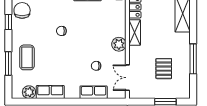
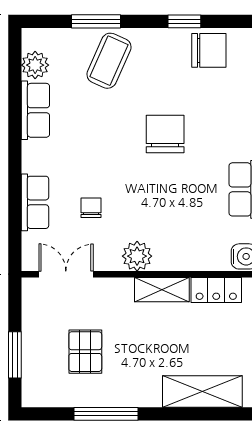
chair: (61, 31) -> (165, 134), width x1.87, depth x1.87
coffee table: (27, 57) -> (109, 61), turned -66
pallet: (164, 69) -> (85, 352), turned 90

